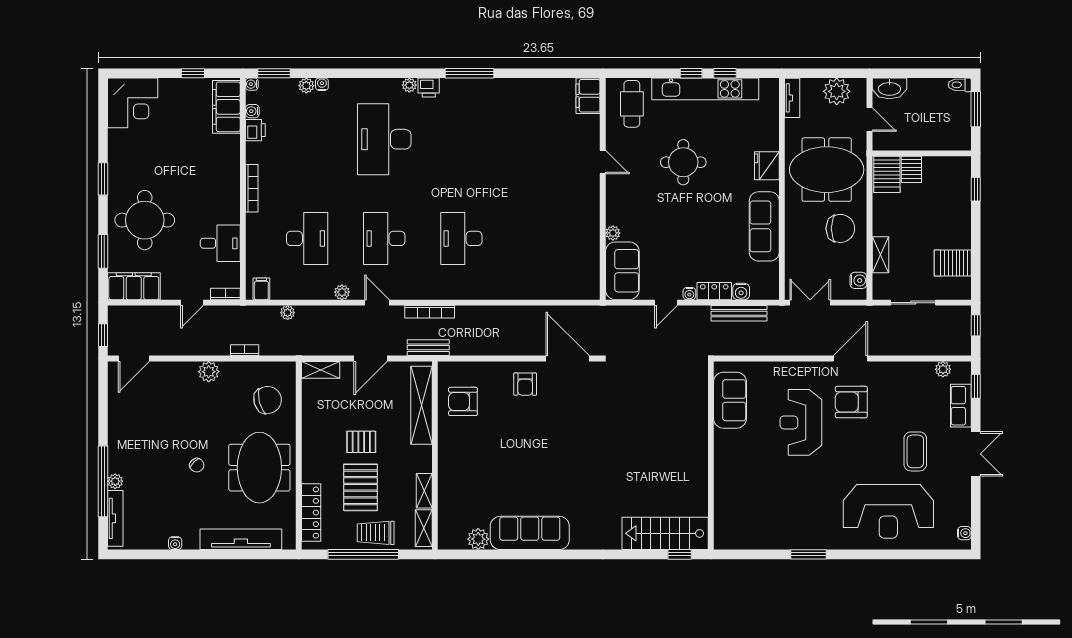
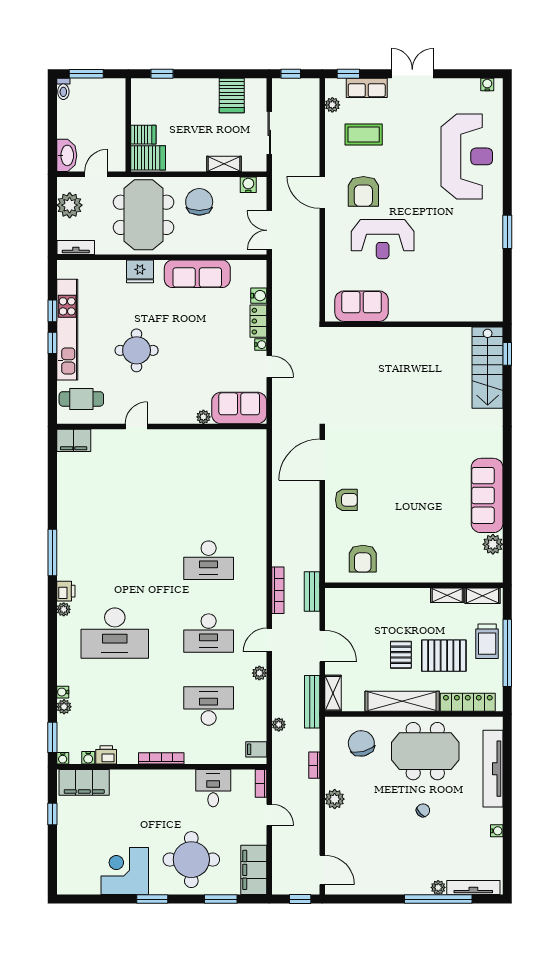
corner desk: (133, 103) -> (125, 871), moved, turned -90
bench: (739, 313) -> (312, 702), moved
shelving: (421, 405) -> (402, 701), moved
coffee table: (915, 451) -> (364, 135), moved

